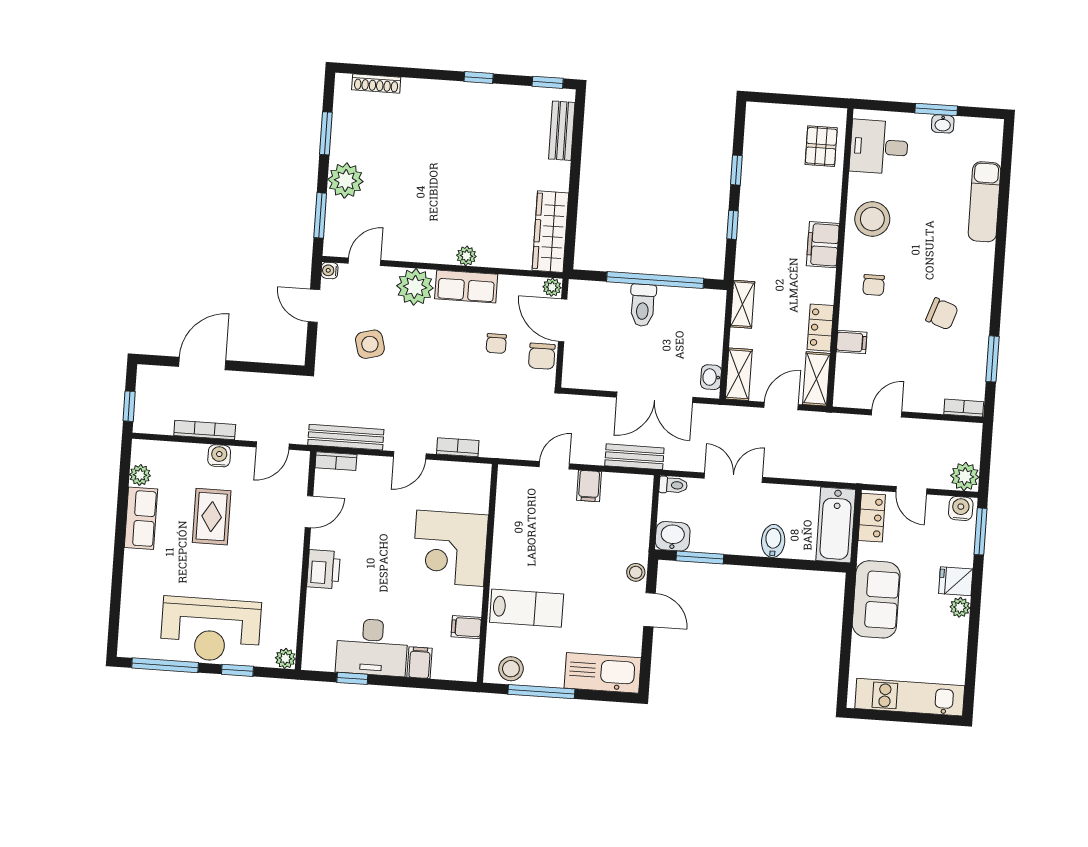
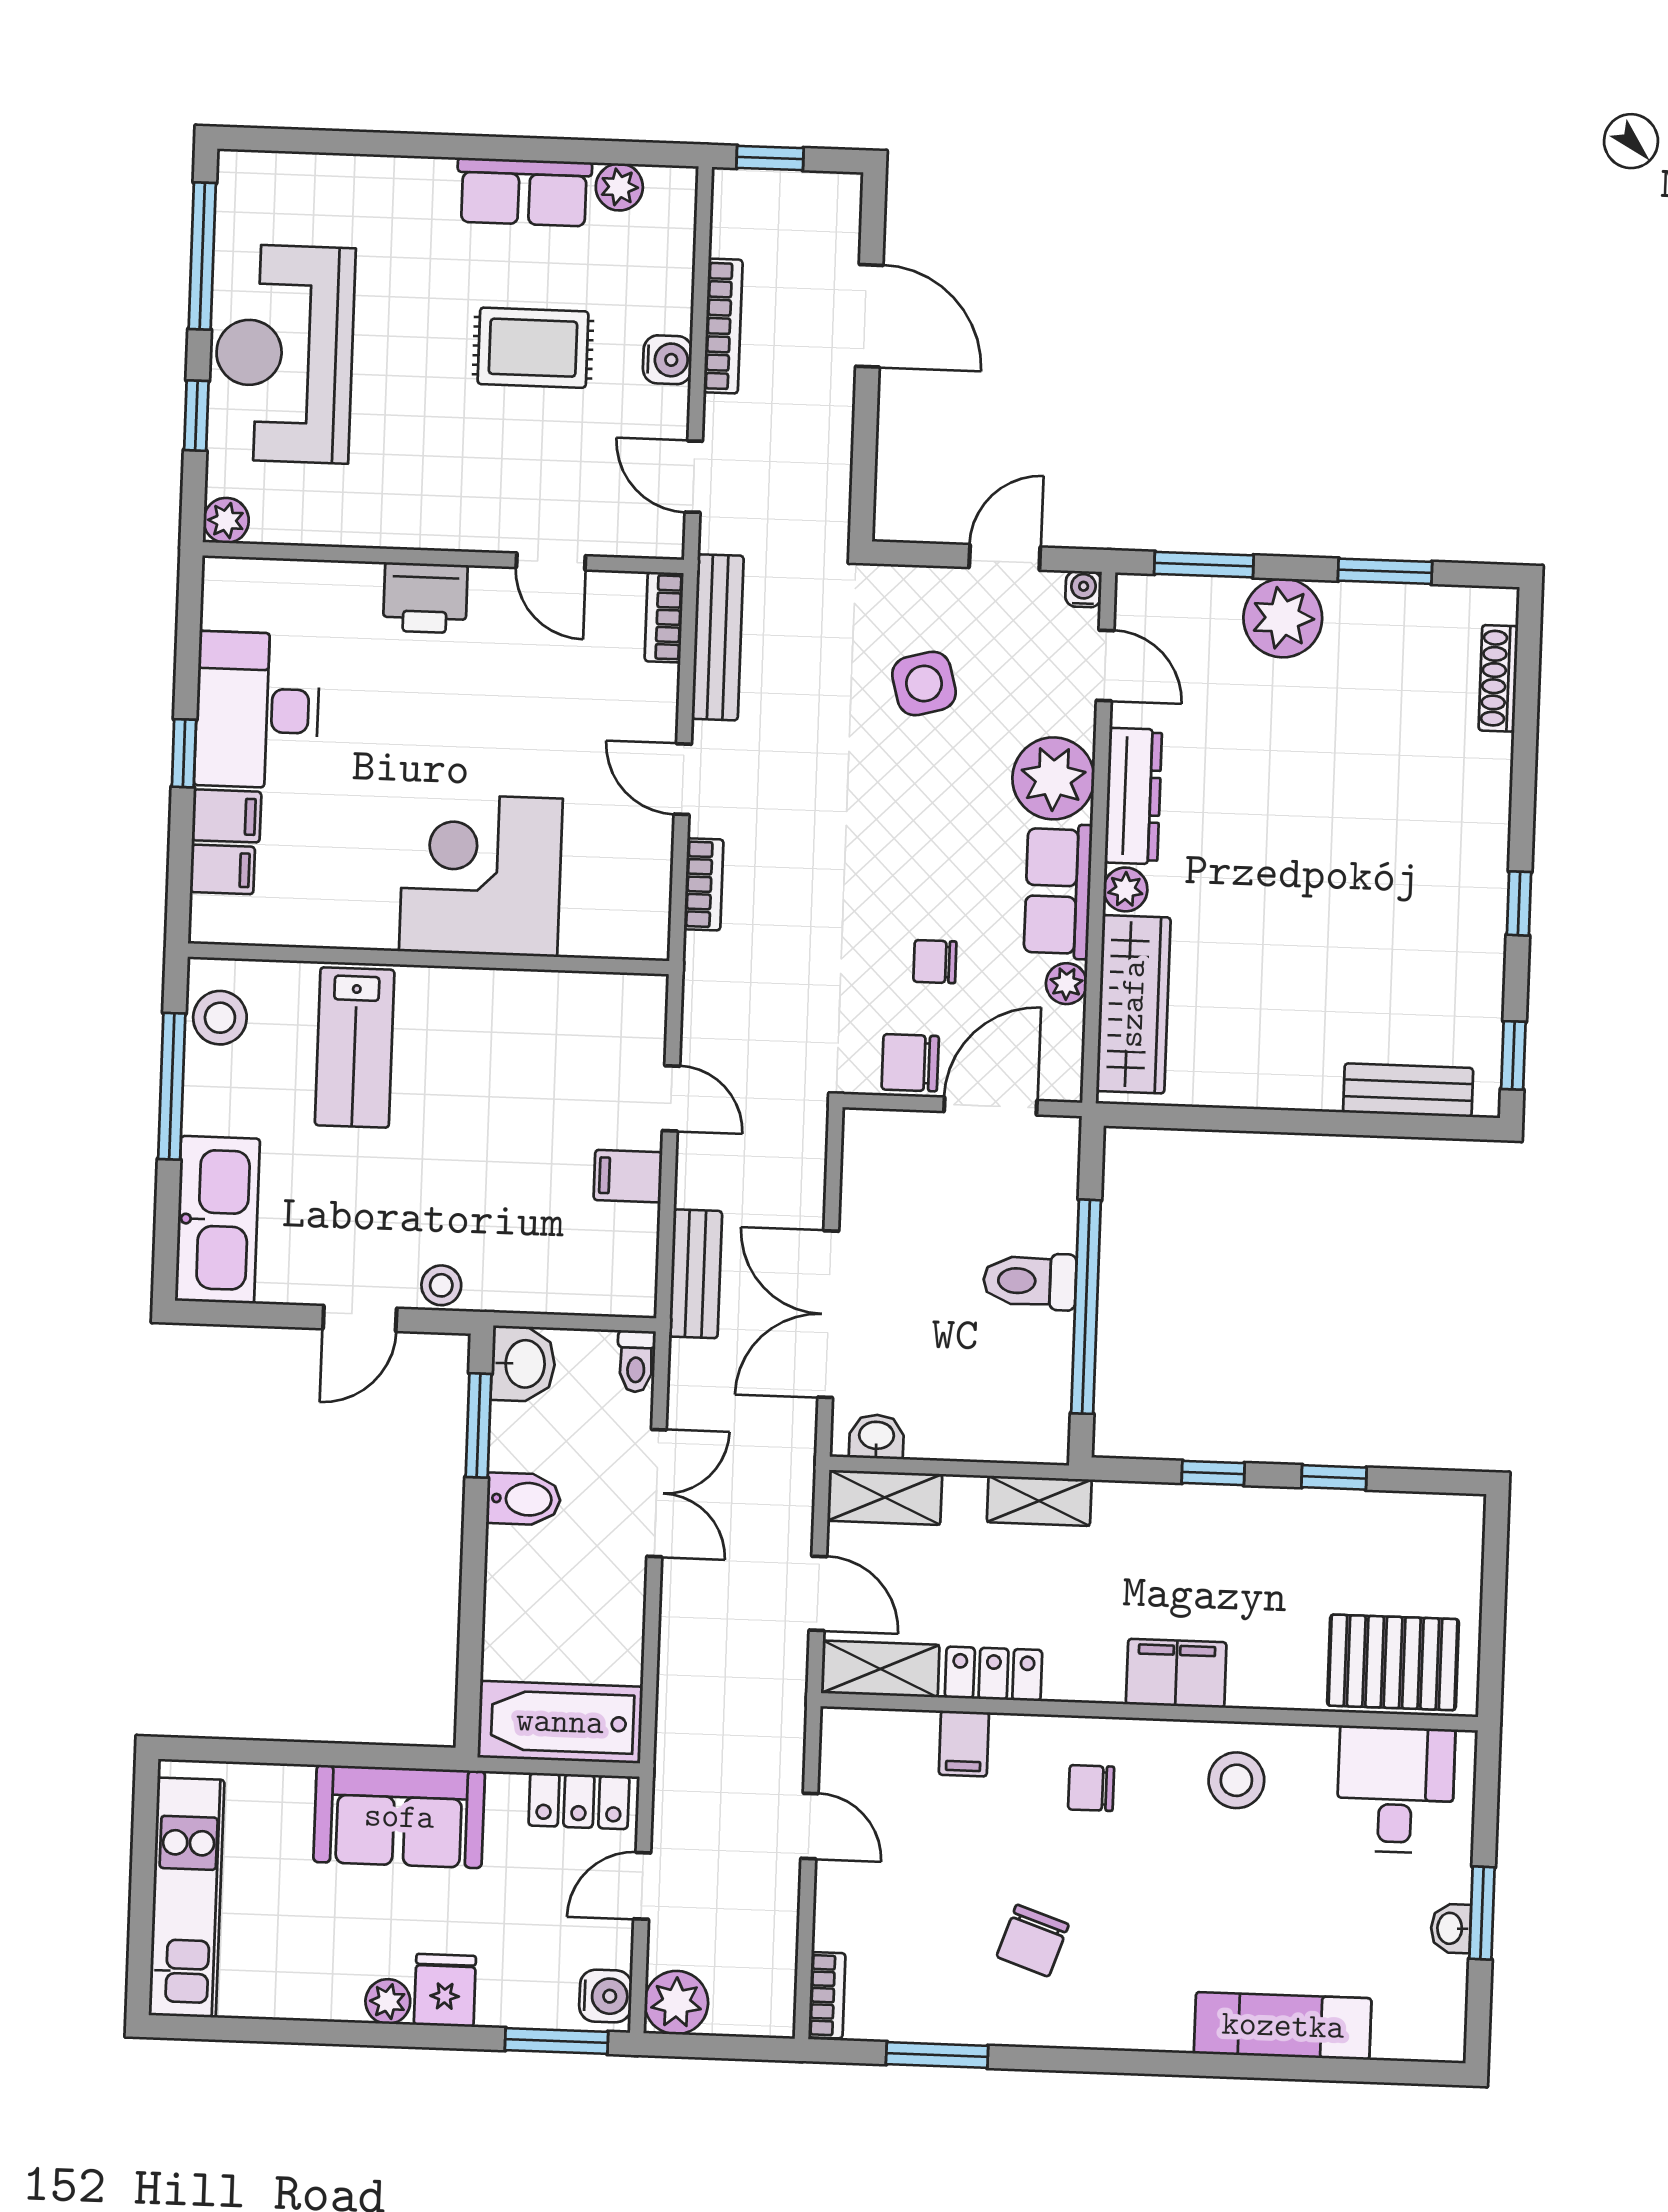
pallet: (821, 146) -> (1393, 1662), width x1.50, depth x1.42
stool: (872, 219) -> (1236, 1780), width x0.73, depth x0.73
wardrobe: (550, 232) -> (1133, 1004), moved, turned 90
dresser: (424, 251) -> (1133, 796), added
plant: (552, 287) -> (1066, 984), moved
bidet: (773, 541) -> (524, 1499), moved
filing cabinet: (466, 627) -> (222, 869), moved, turned 90
window: (352, 678) -> (184, 753), moved

